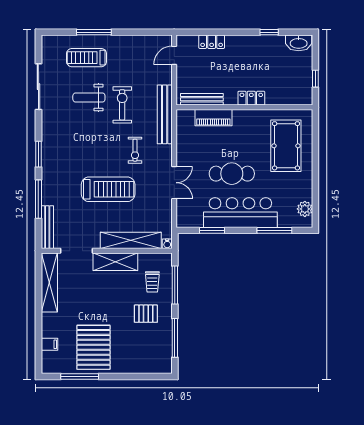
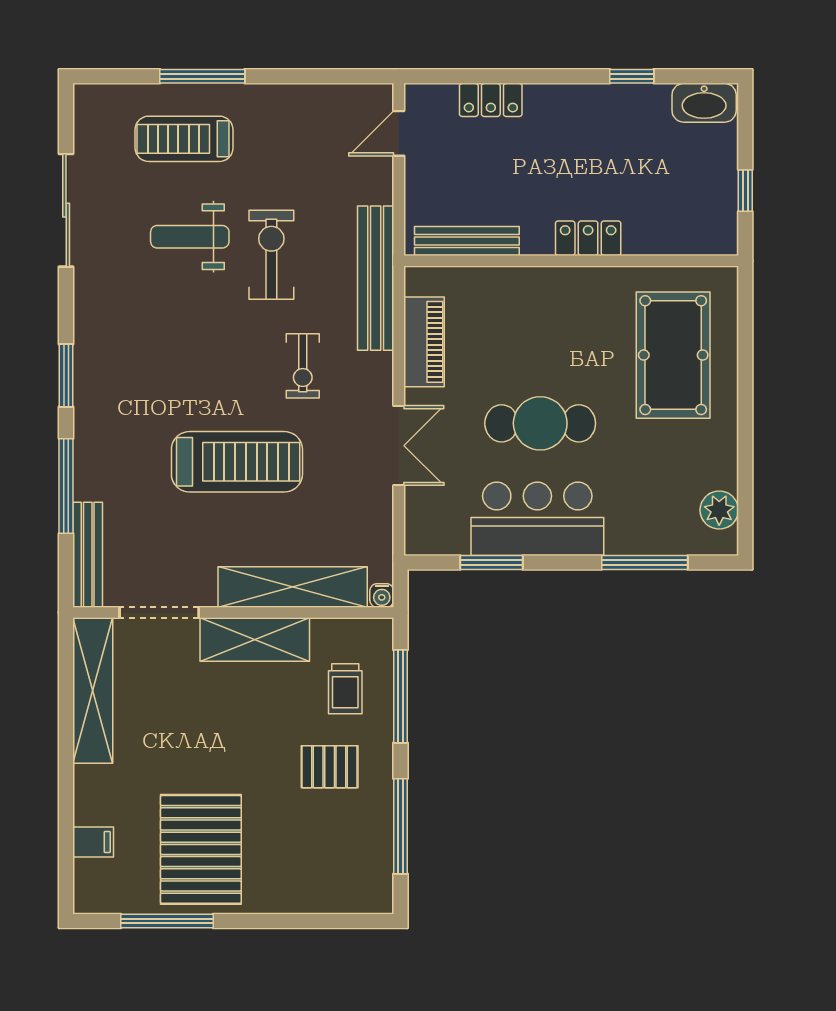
piano: (213, 118) -> (424, 342), moved, turned -90
bar counter: (240, 213) -> (537, 519), width x0.73

